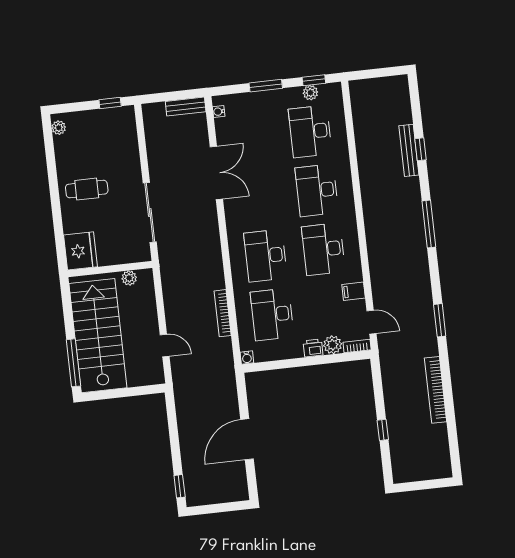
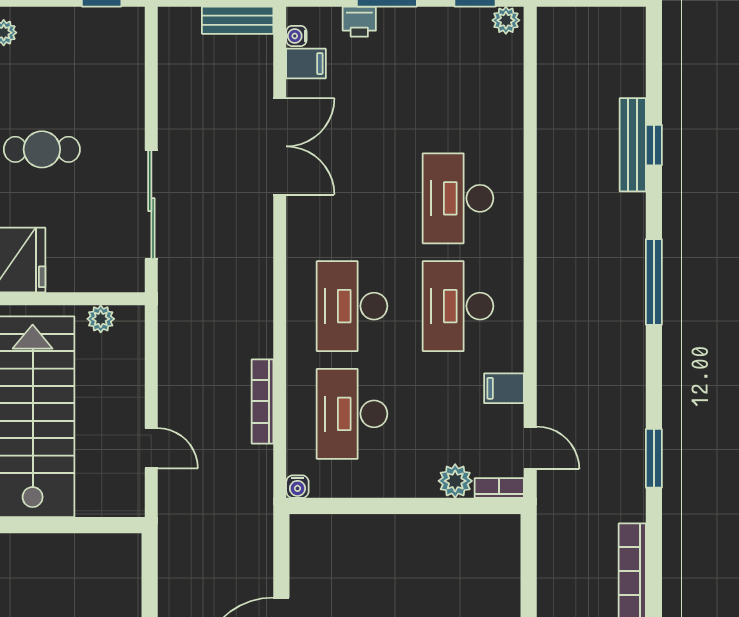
plant: (310, 93) -> (506, 20), moved
filing cabinet: (226, 126) -> (306, 64), added
desk: (310, 131) -> (458, 91), removed
printer: (313, 348) -> (359, 22), moved, turned 180

